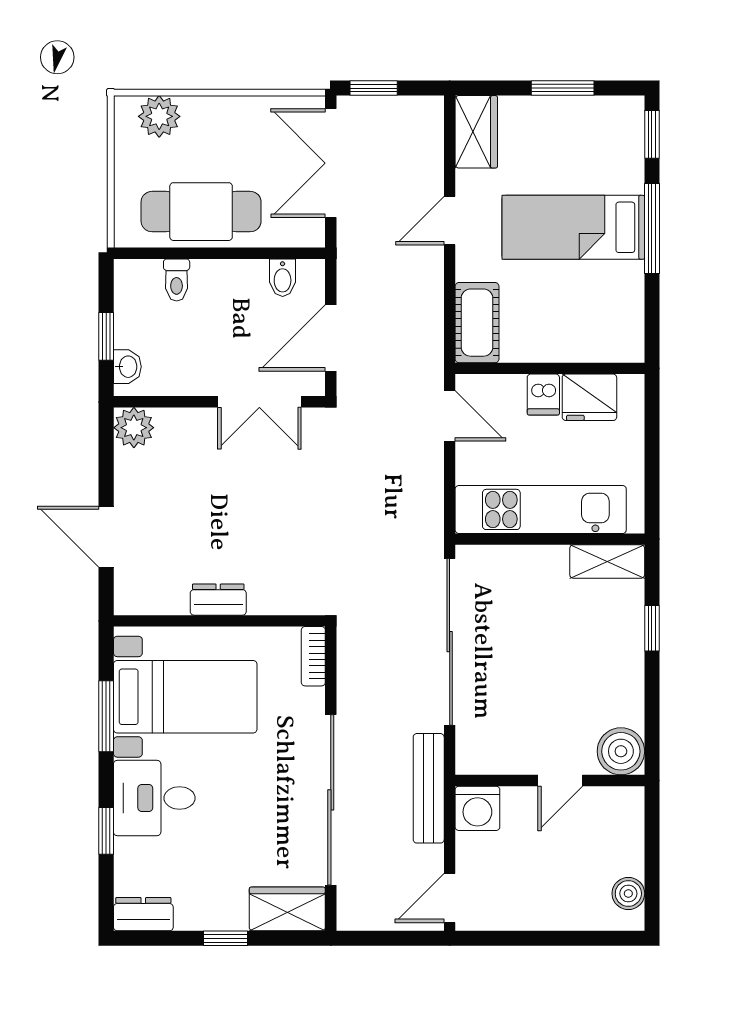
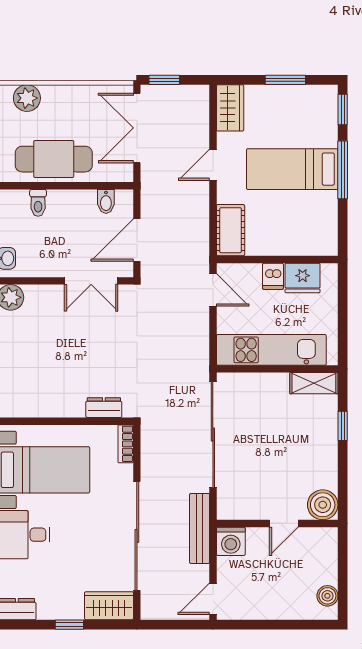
dresser: (218, 600) -> (104, 408), moved

